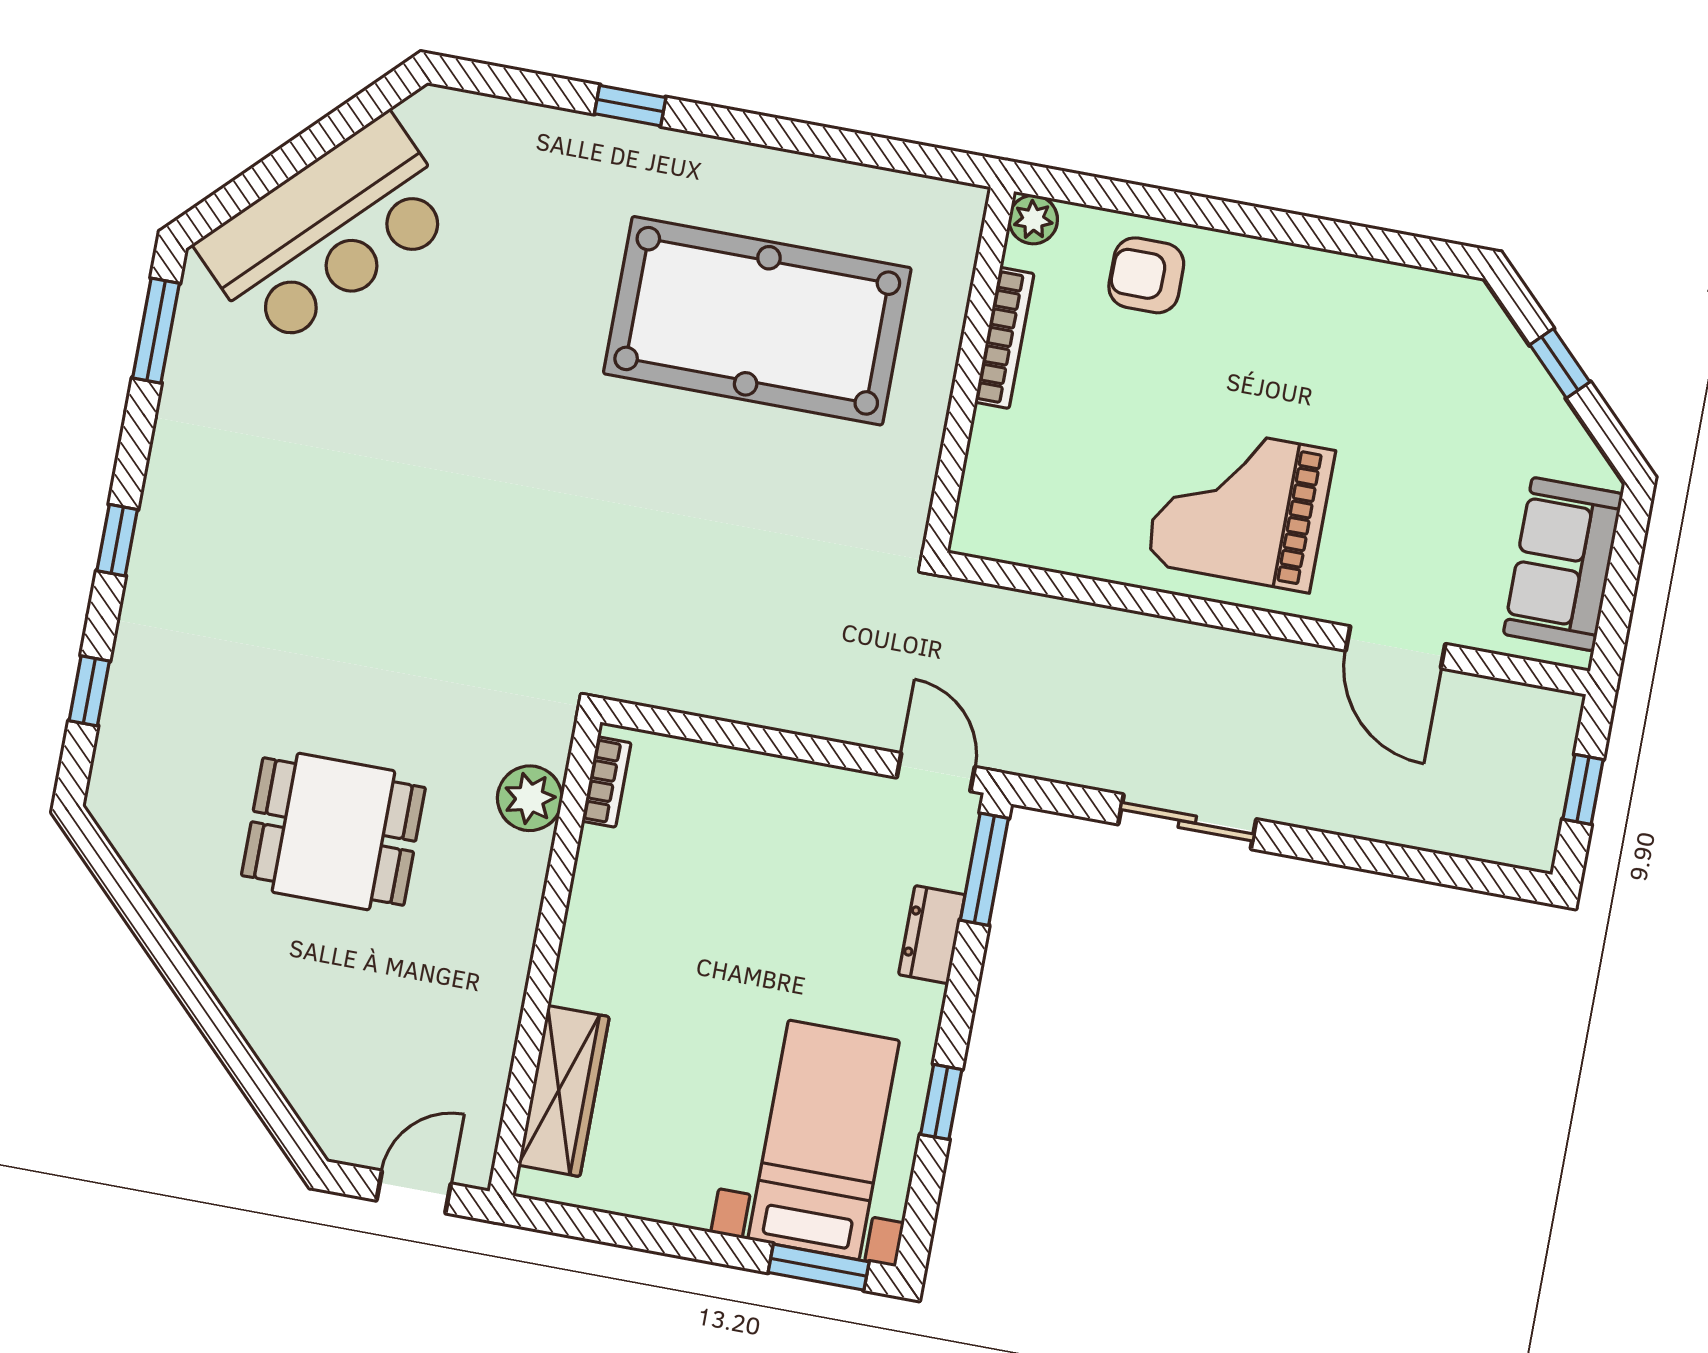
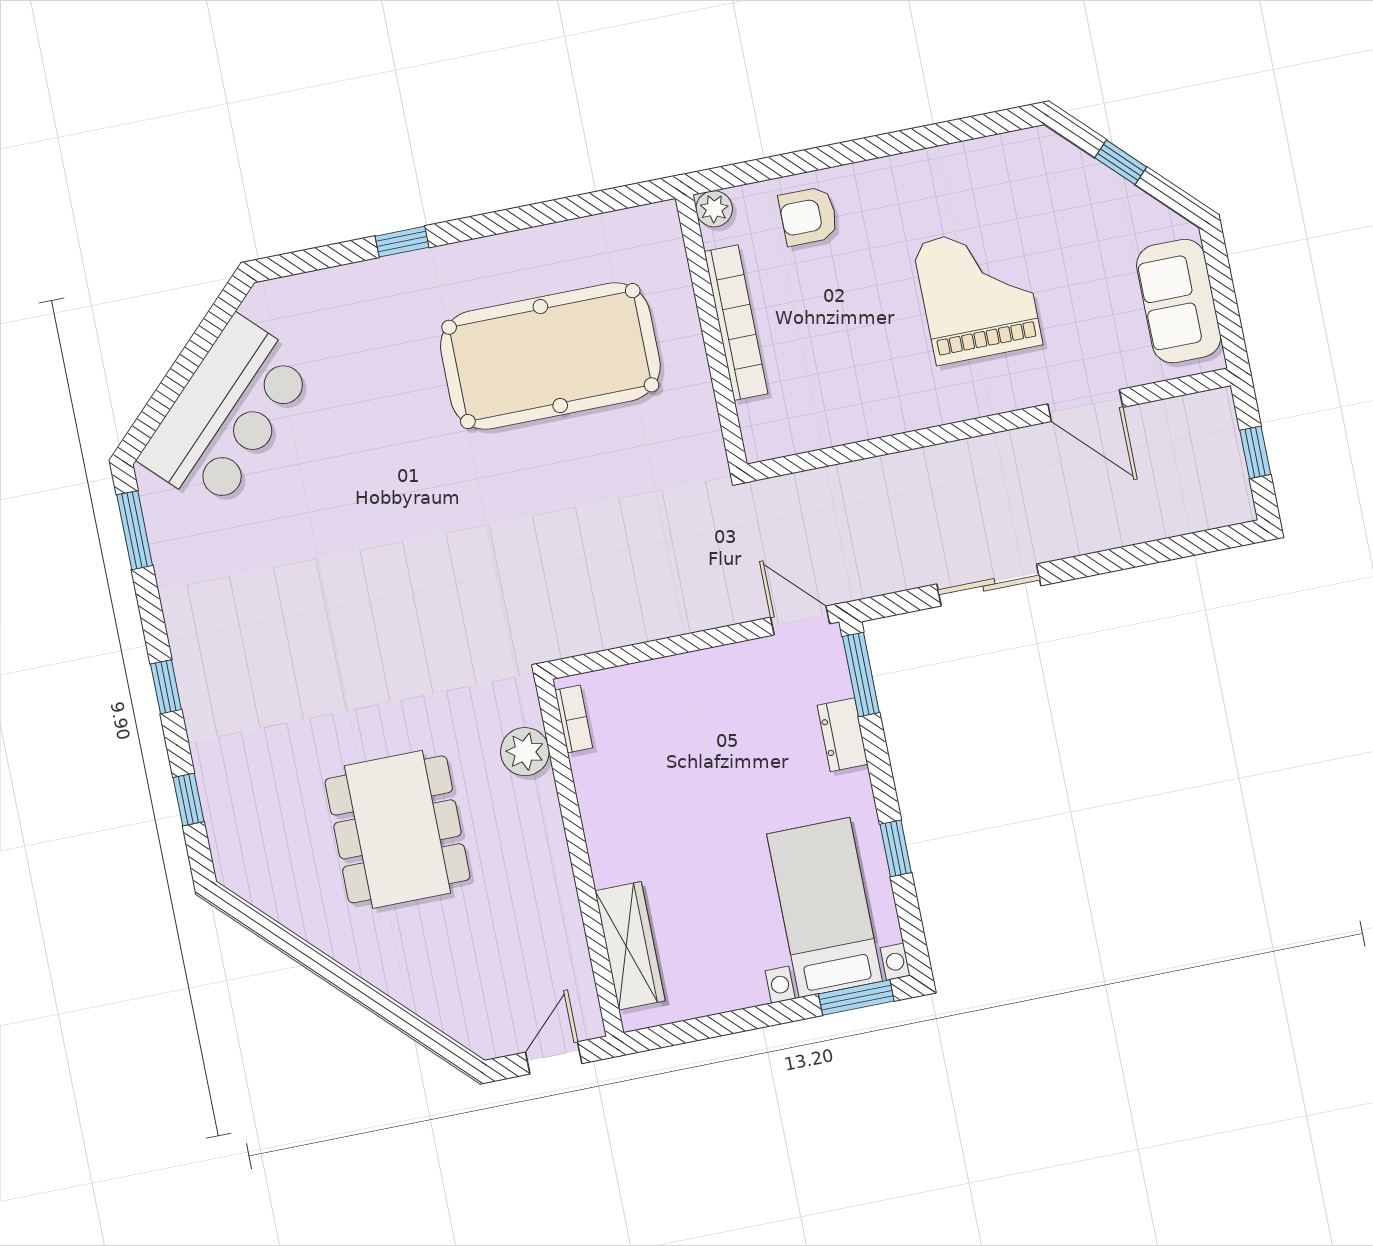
bookcase: (1004, 338) -> (736, 323), width x1.48, depth x1.31
grand piano: (1240, 507) -> (978, 294), moved, turned 90
dining table: (333, 832) -> (398, 829), width x1.38

